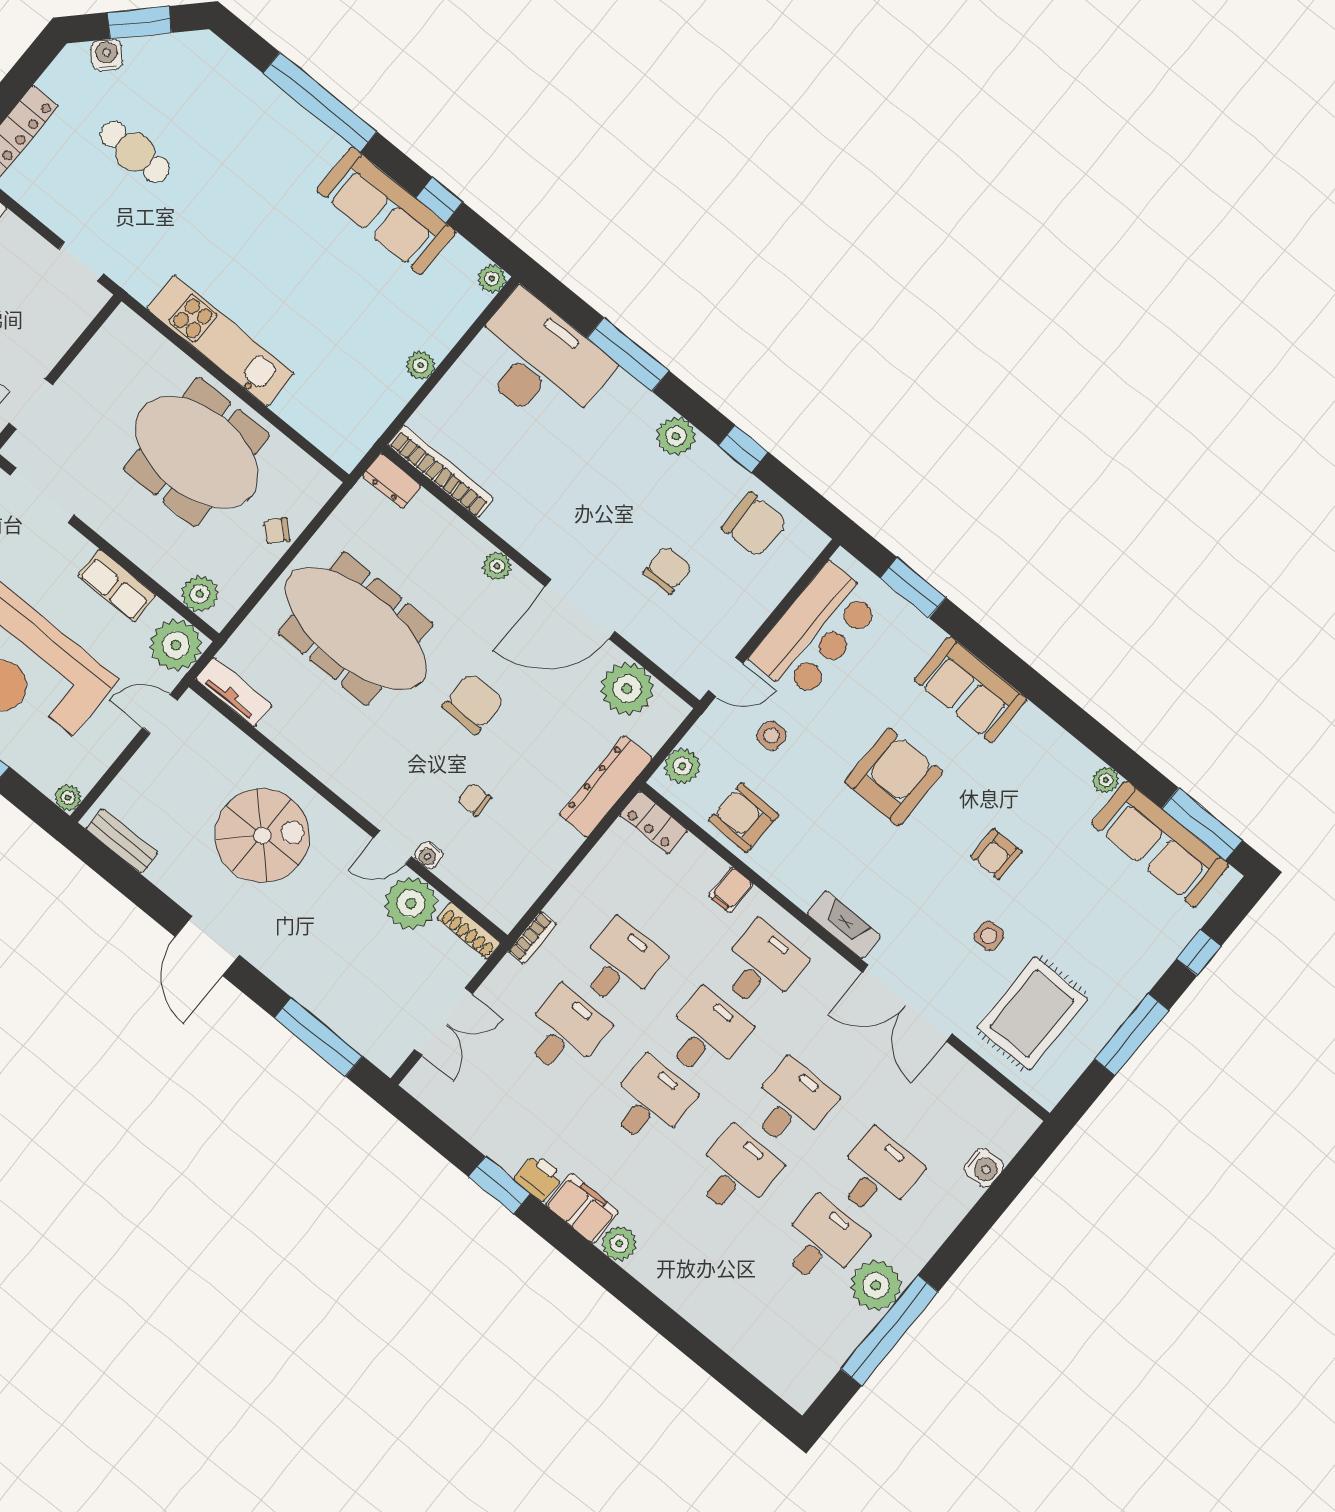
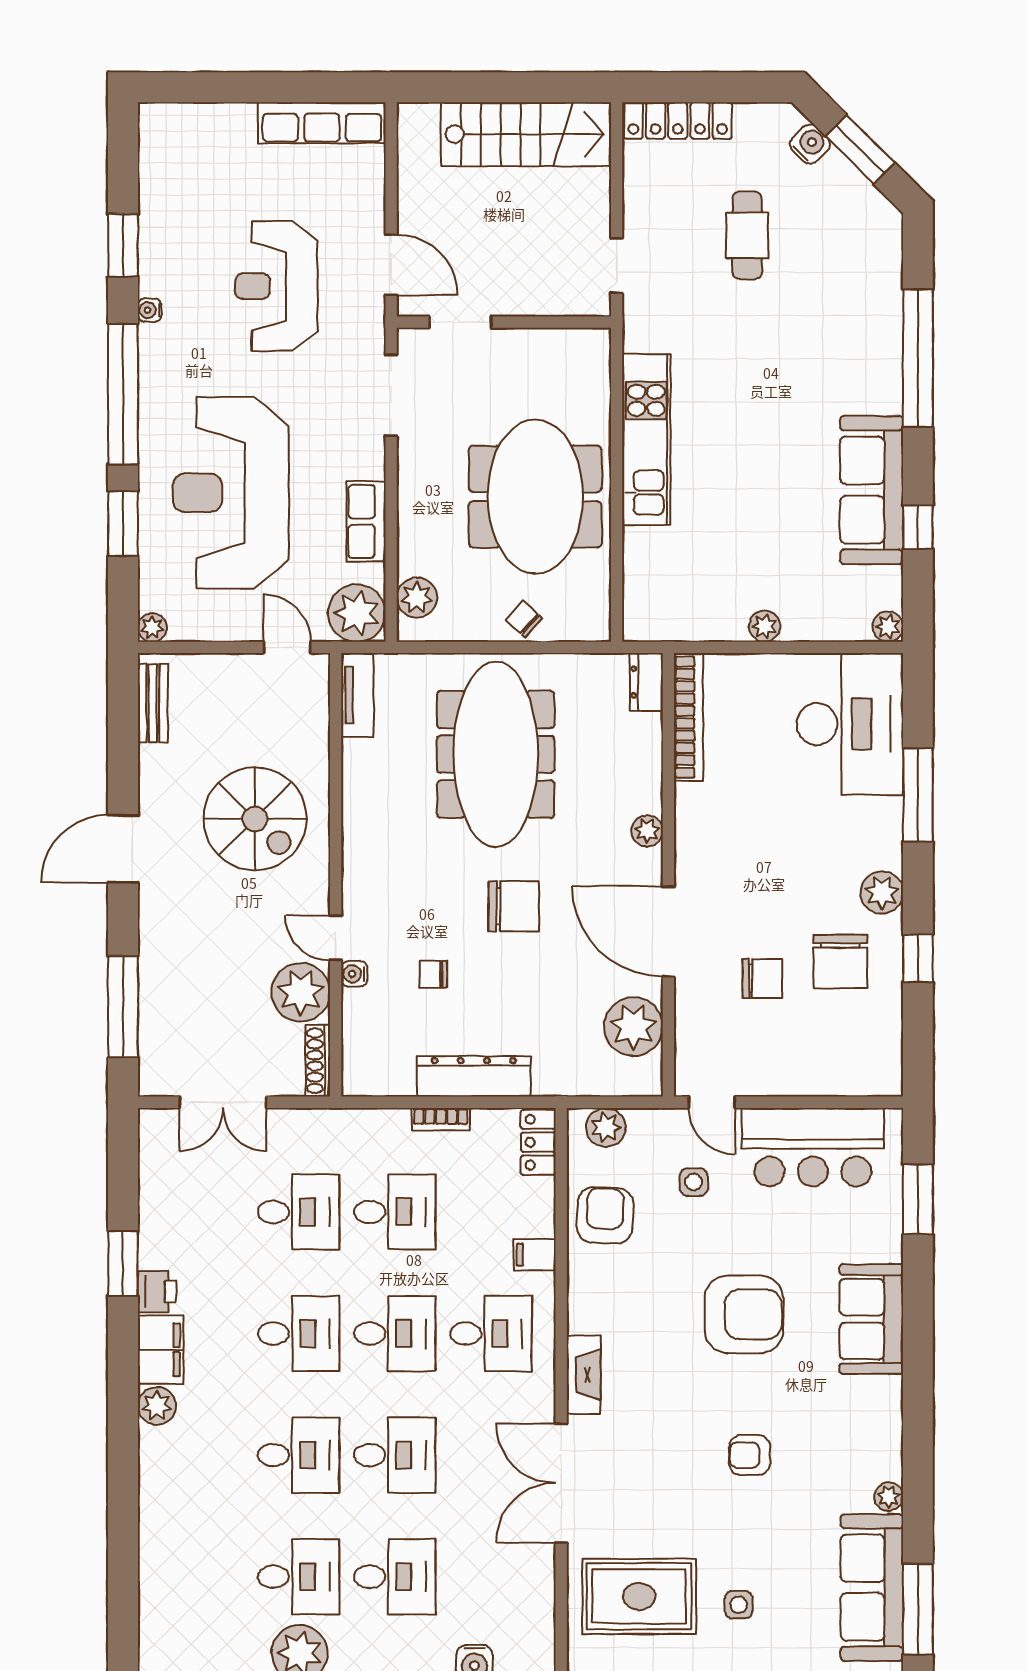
chair: (754, 525) -> (840, 962), moved
dresser: (606, 786) -> (474, 1076), moved
chair: (475, 799) -> (433, 974), turned -90
side table: (989, 936) -> (739, 1605), moved
bookcase: (532, 938) -> (441, 1119), moved

